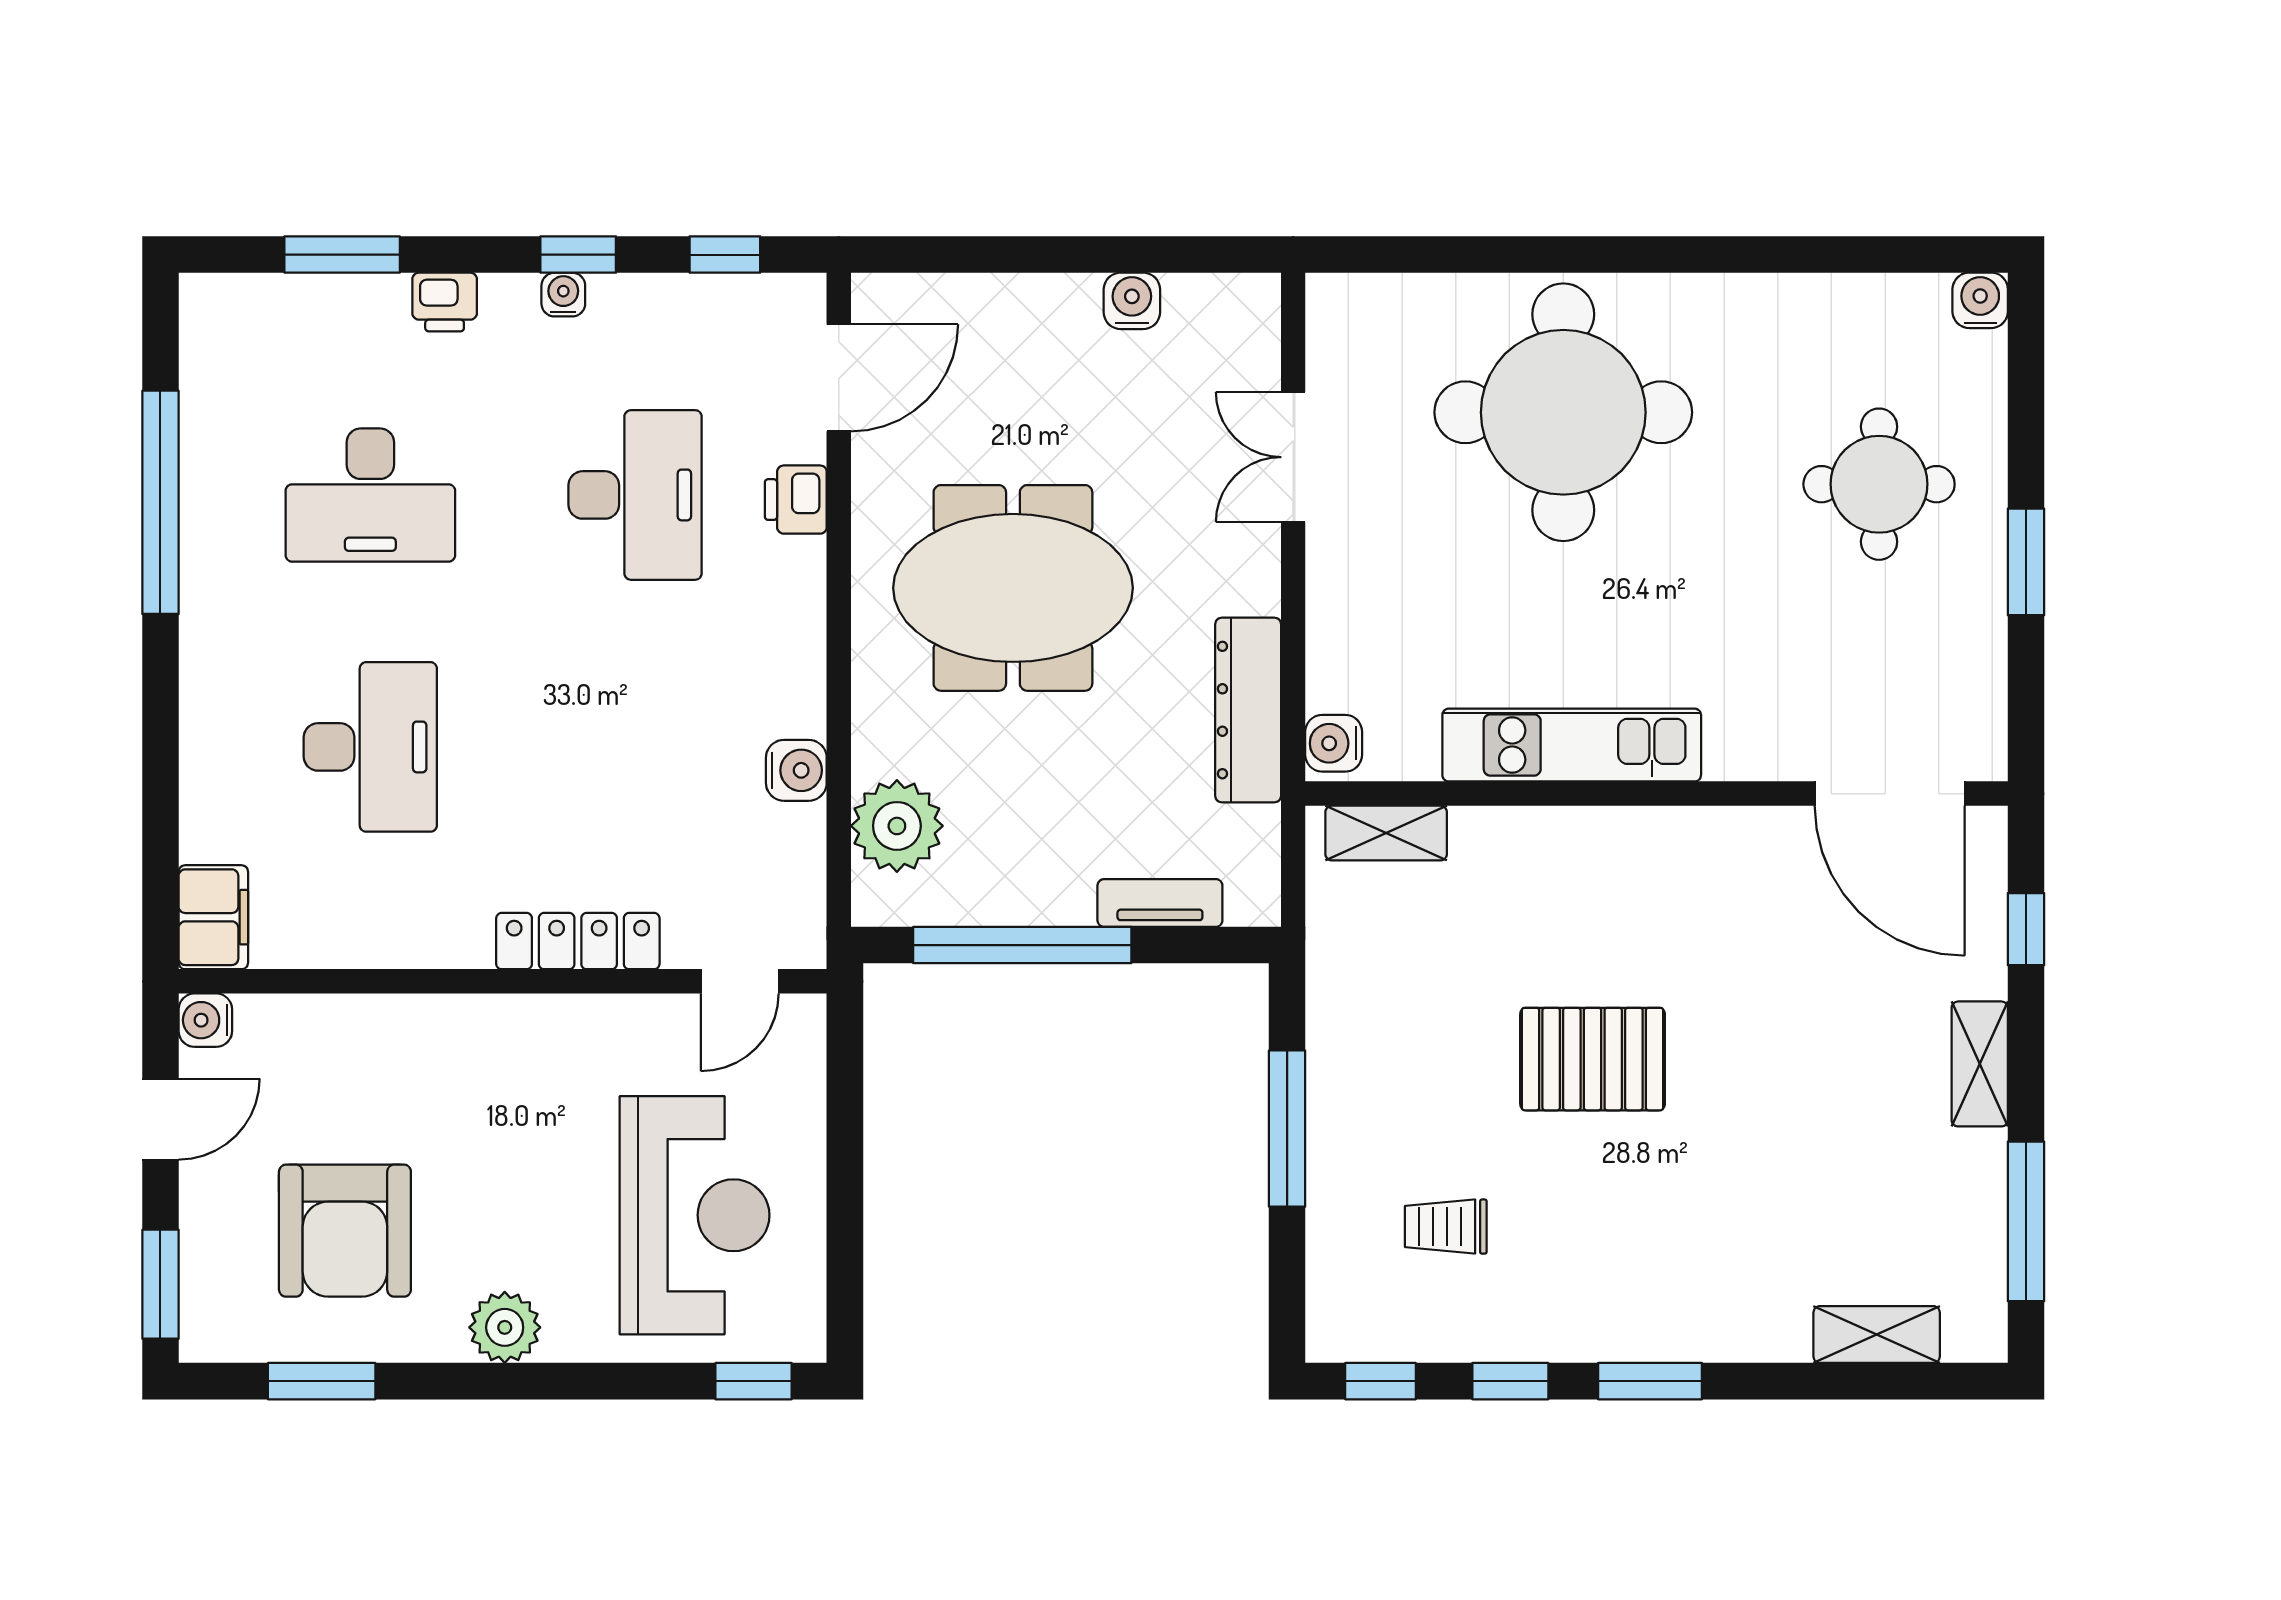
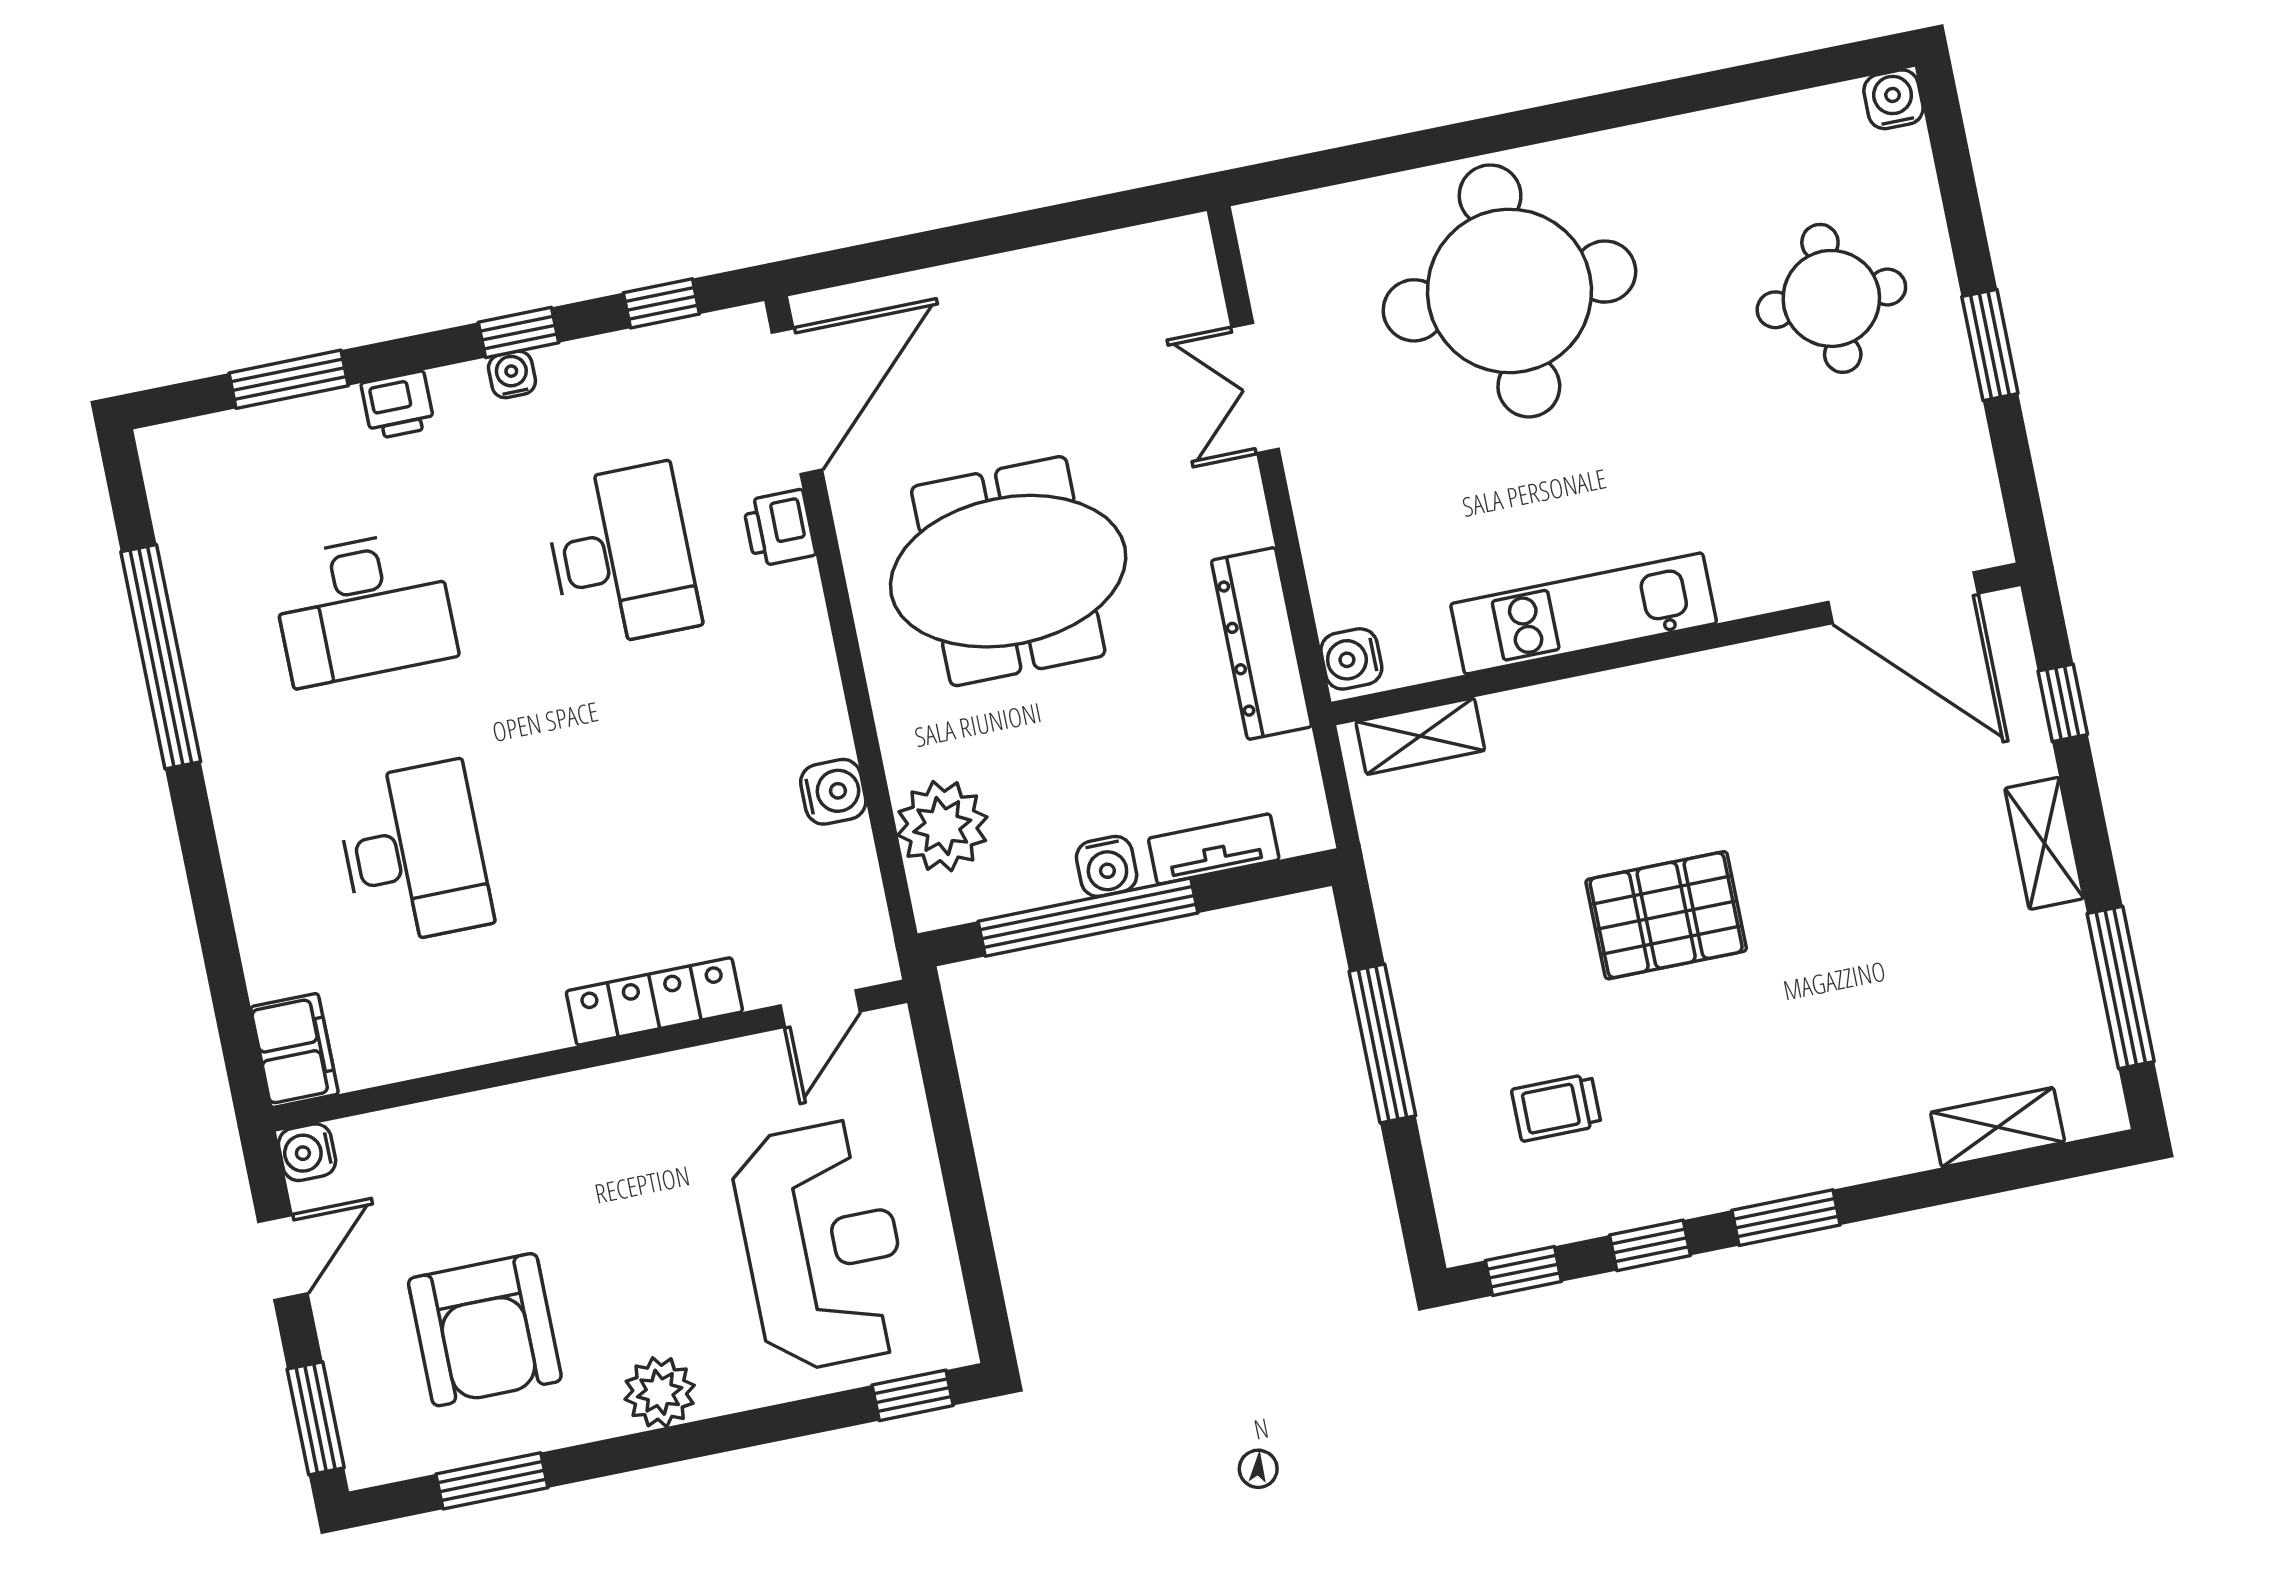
water cooler: (1132, 301) -> (1107, 866), moved, turned 180
door: (839, 378) -> (797, 401), width x1.36

